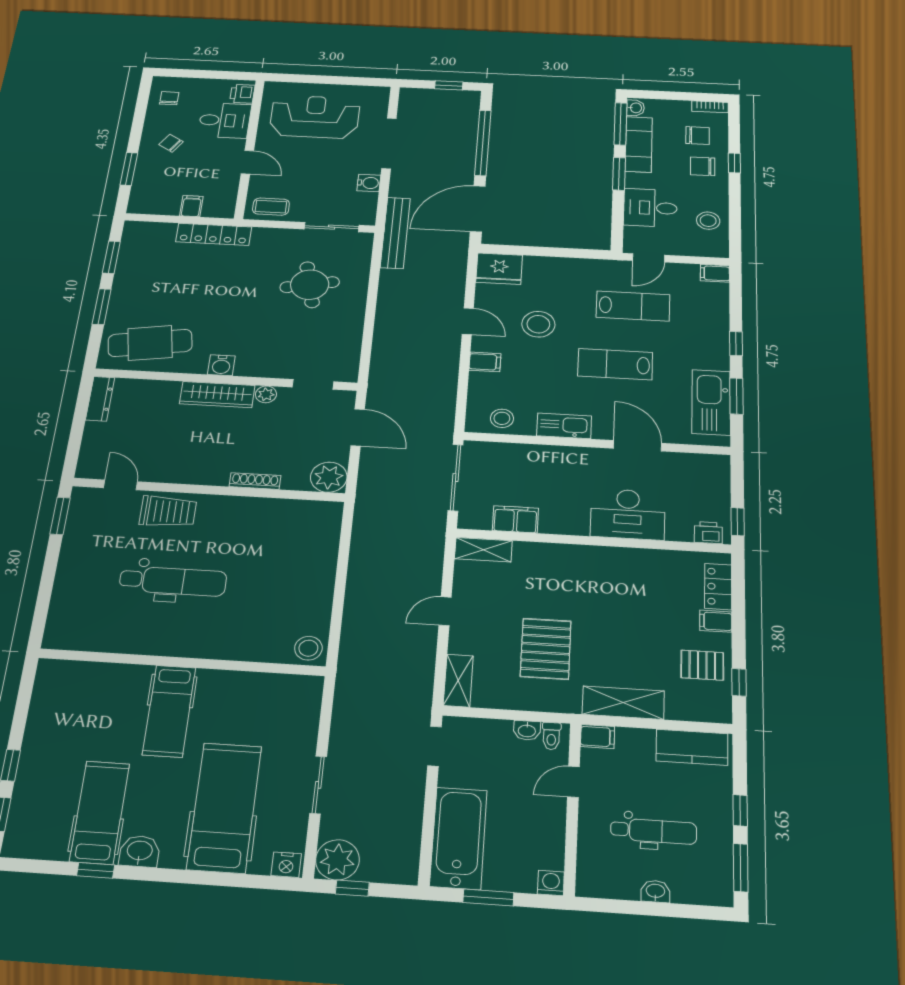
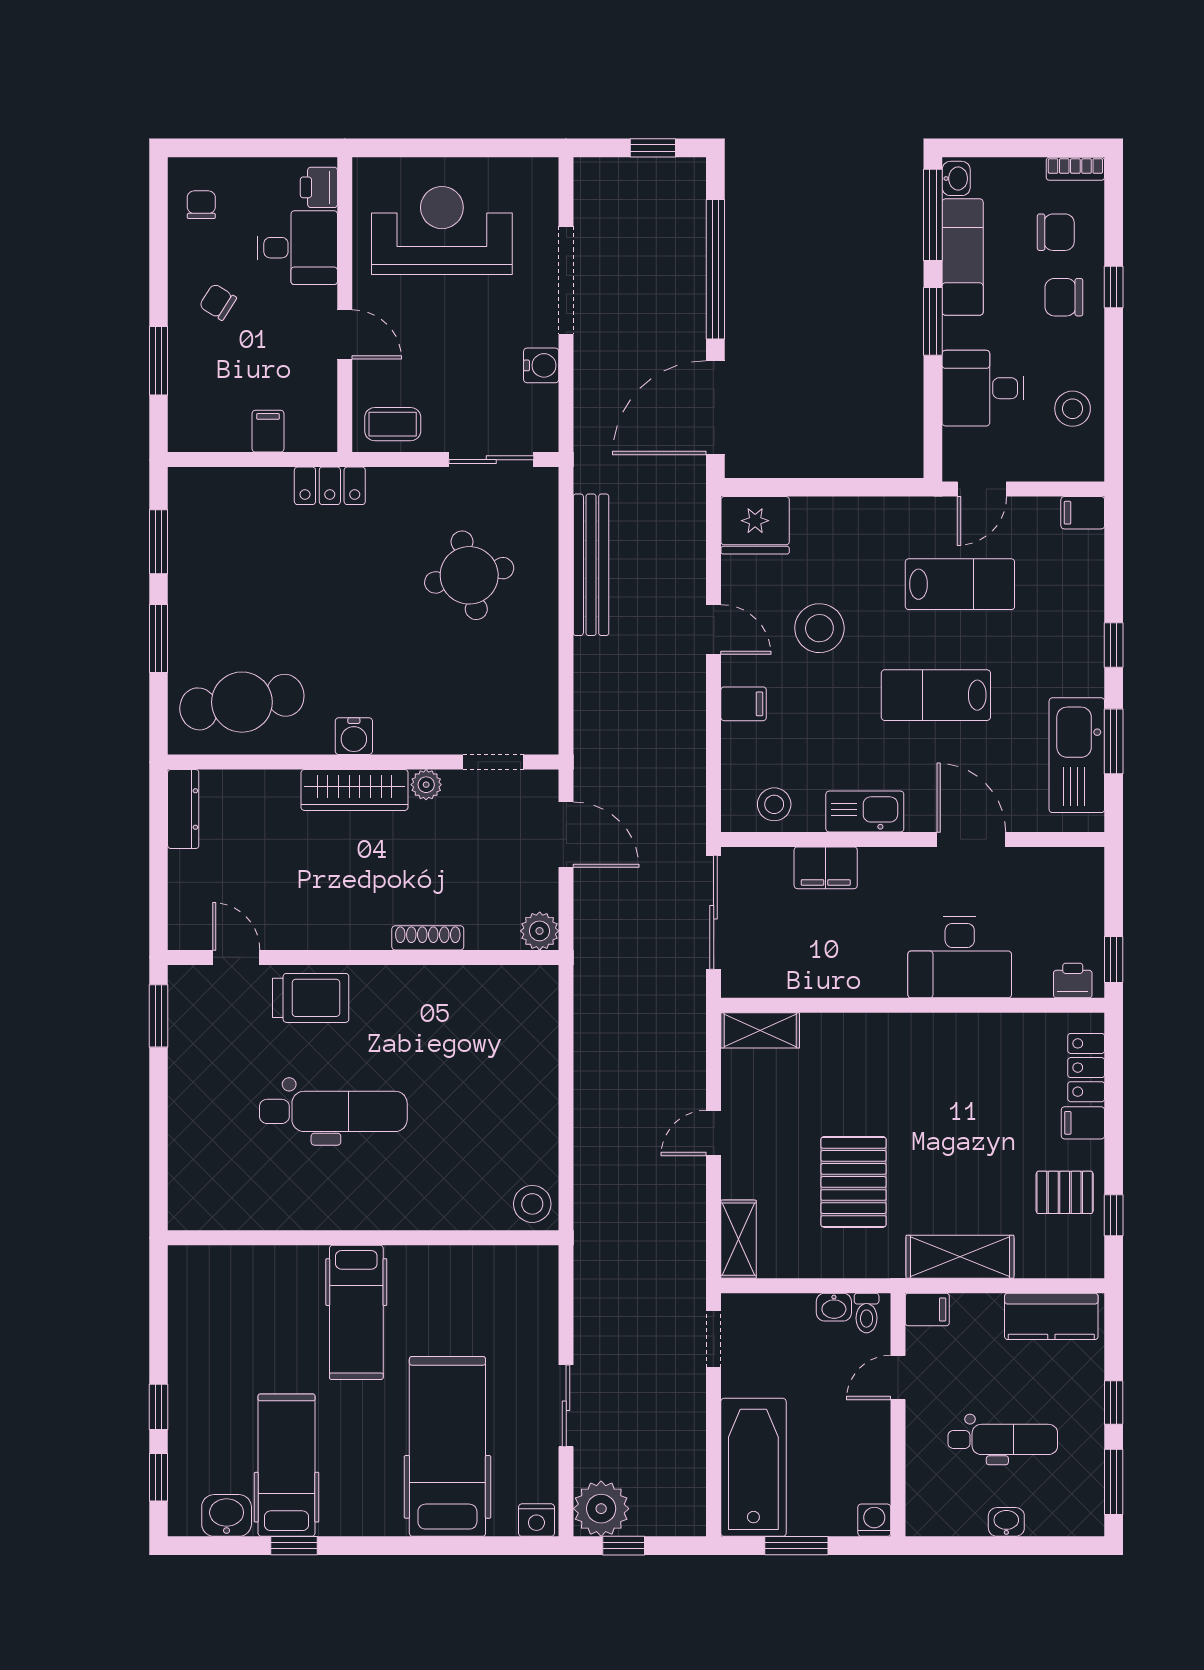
bench: (395, 233) -> (591, 565), moved
locker: (214, 234) -> (330, 486), width x0.66
plant: (329, 477) -> (540, 931), width x0.73, depth x0.73
filing cabinet: (515, 519) -> (826, 868), moved, turned 180
washbasin: (140, 851) -> (227, 1515), moved

